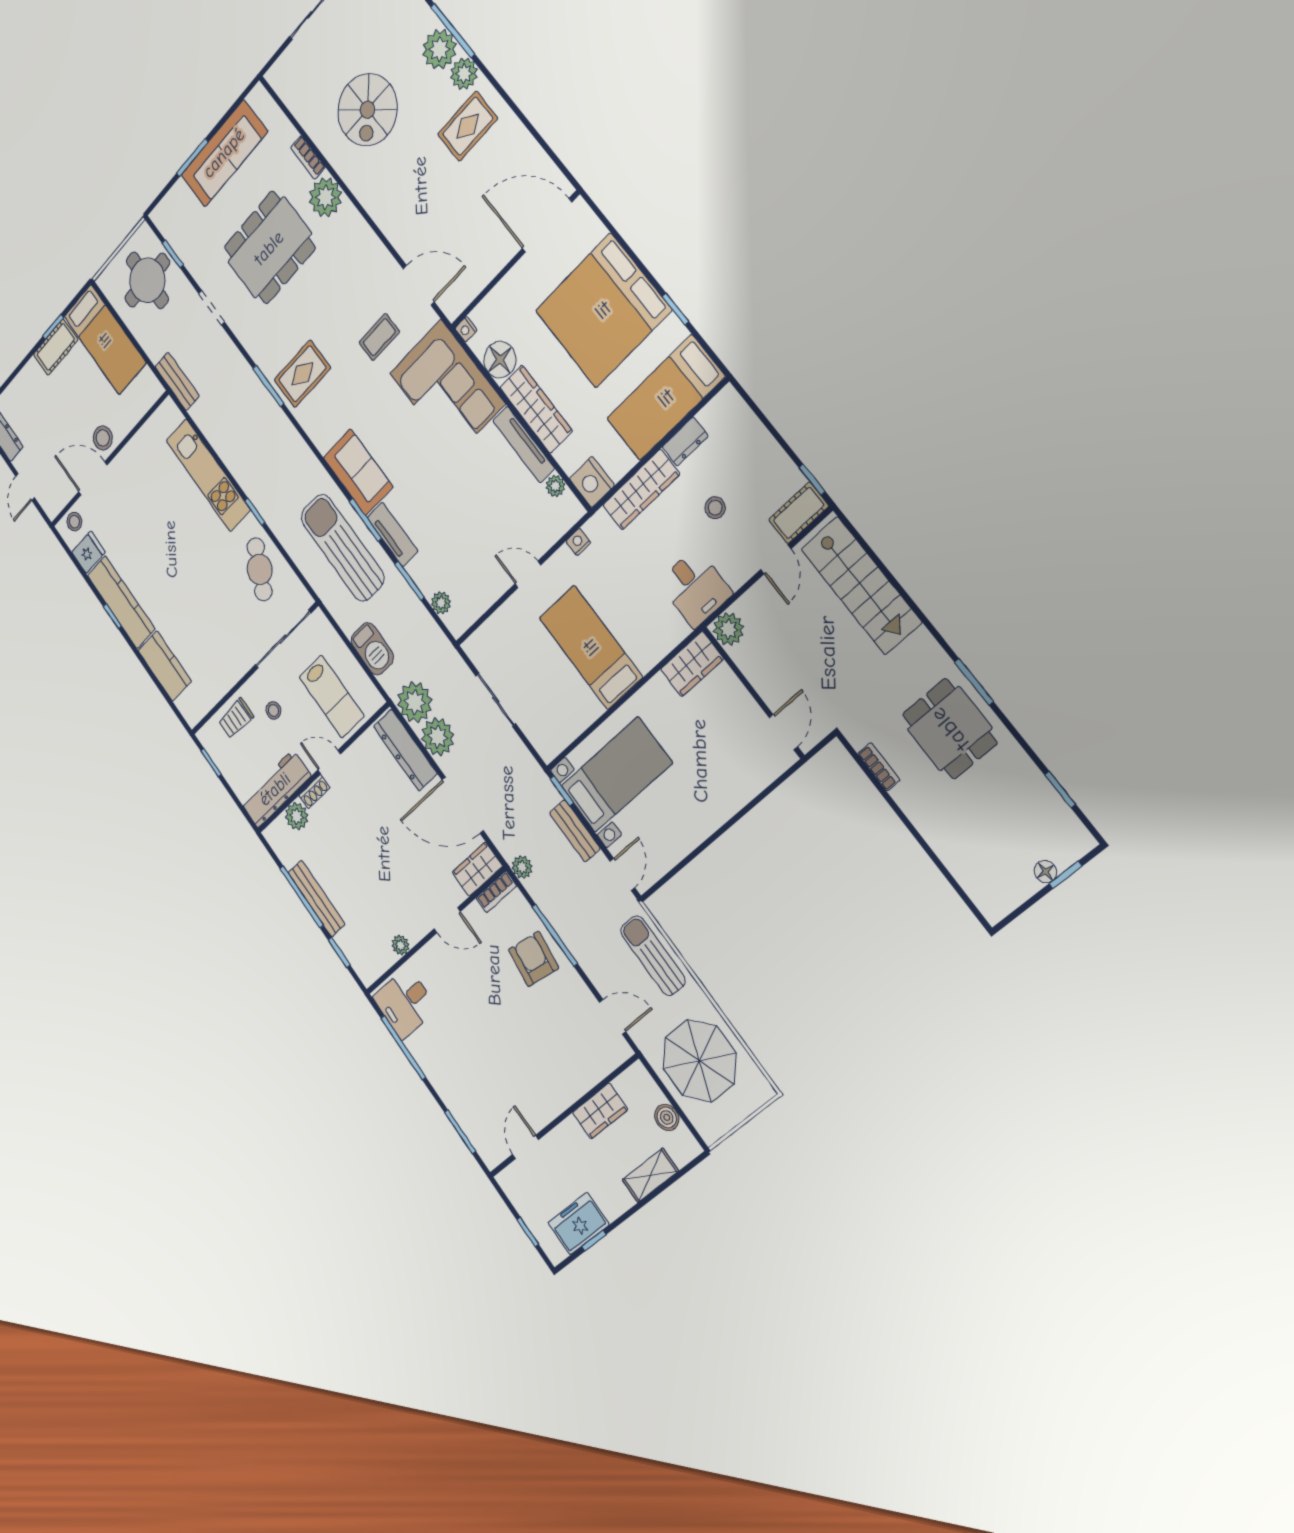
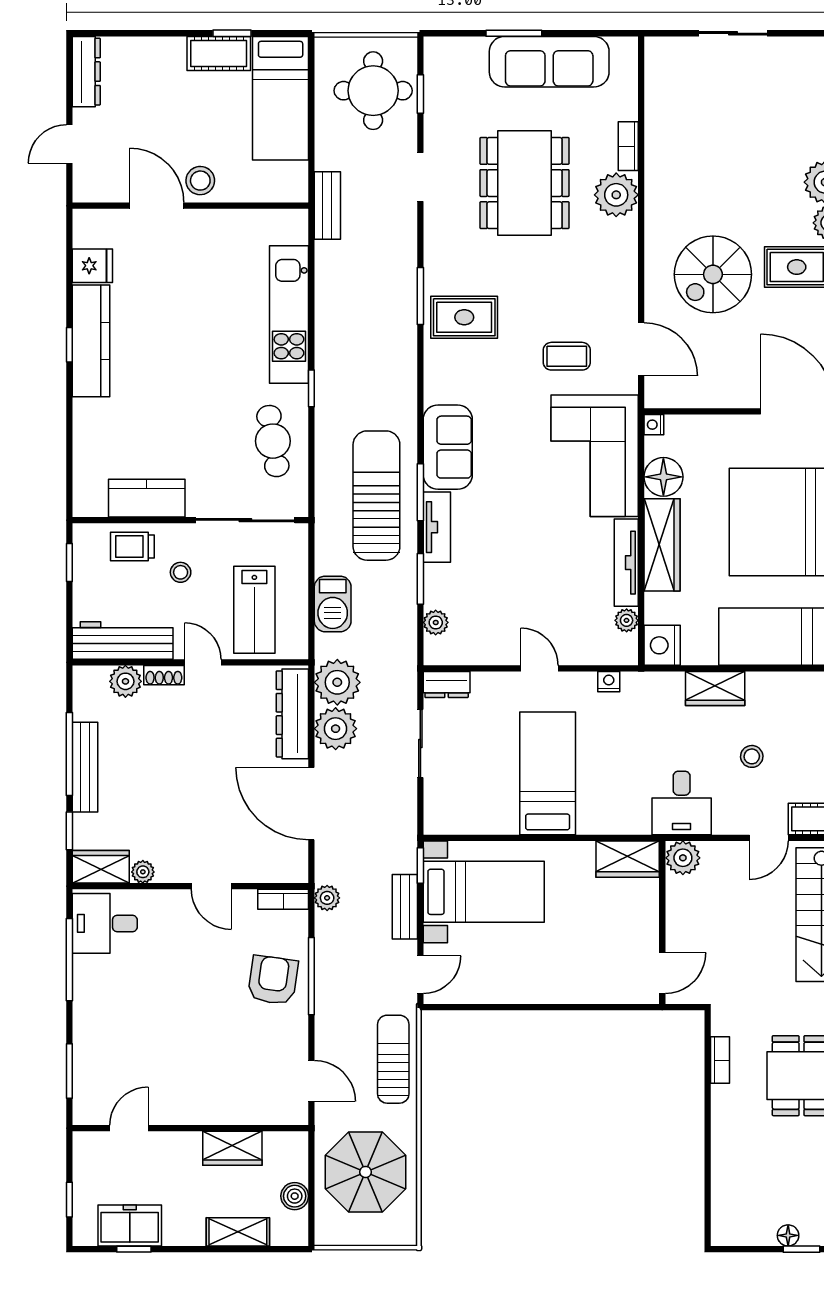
spiral stairs: (367, 110) -> (713, 274), moved
dining table: (269, 248) -> (525, 183), turned 90
dresser: (685, 442) -> (447, 685), moved
wardrobe: (641, 490) -> (715, 689), width x0.67
stool: (74, 522) -> (100, 225), removed
cafe table: (260, 569) -> (273, 441), turned -39
kitchen counter: (165, 666) -> (147, 498), moved, turned -90
wardrobe: (477, 869) -> (101, 867), moved

